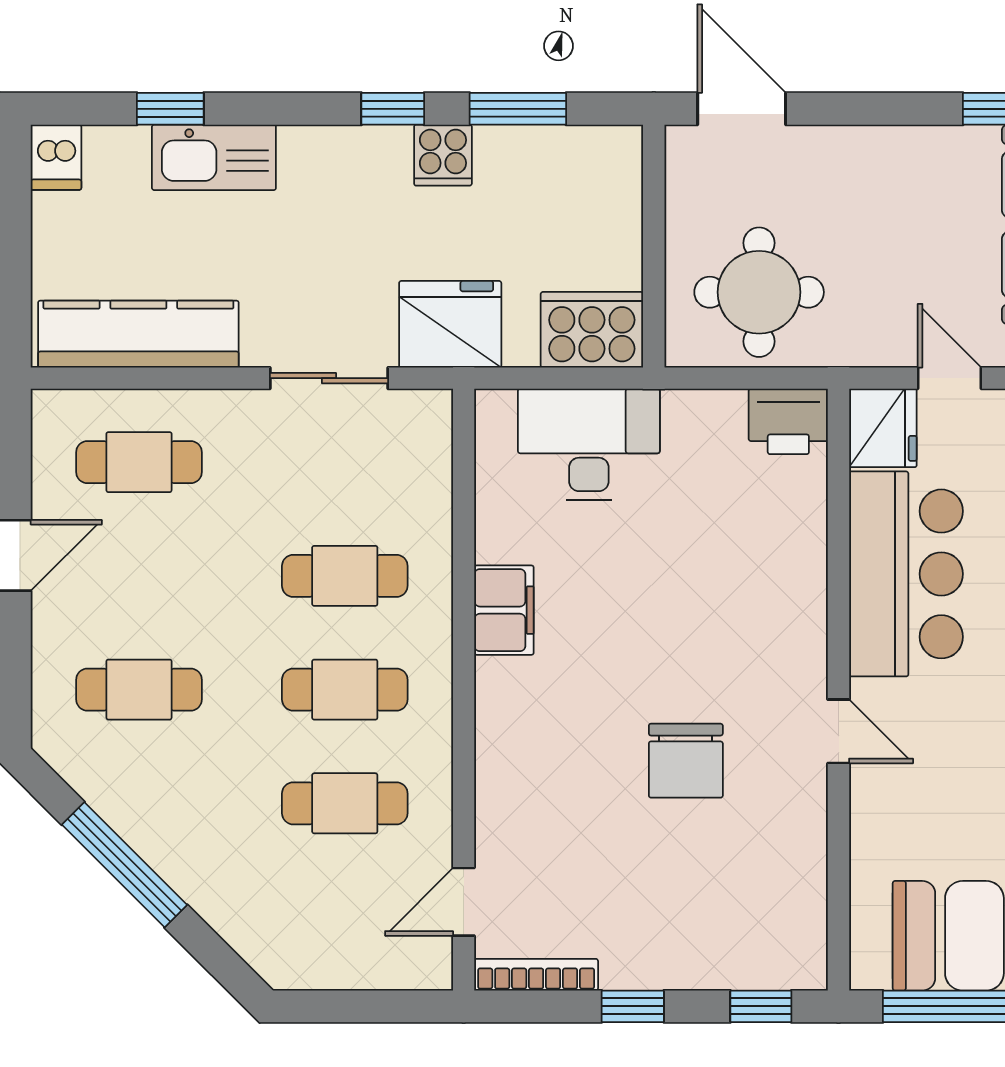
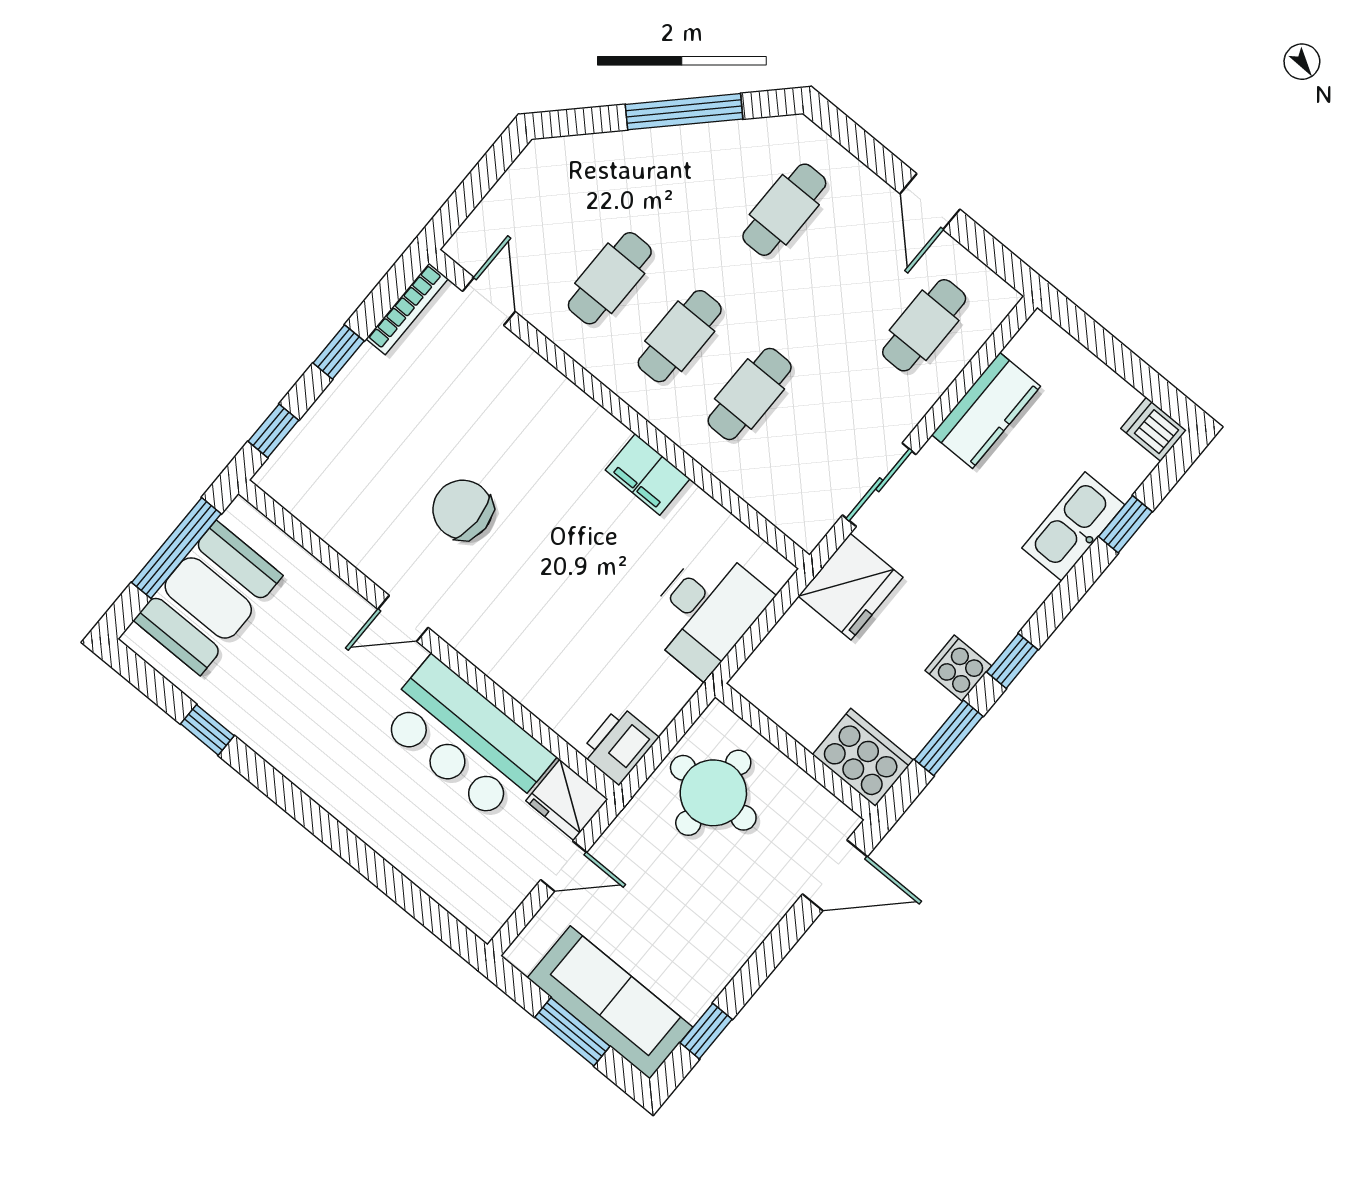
cooker: (592, 330) -> (863, 757), moved, turned -90
kitchen counter: (138, 334) -> (986, 411), width x0.67

